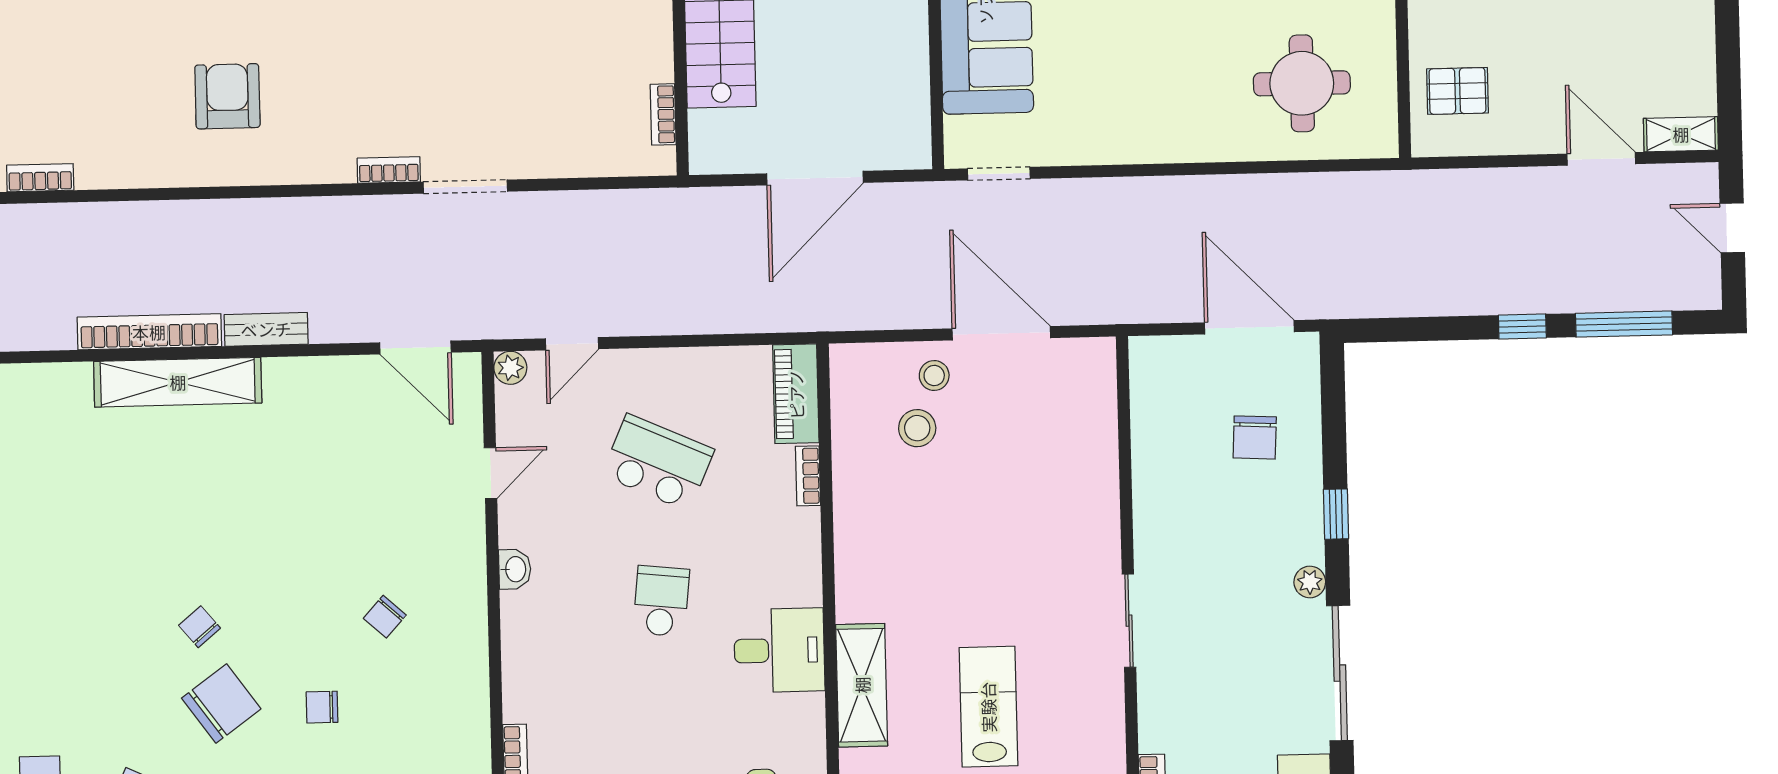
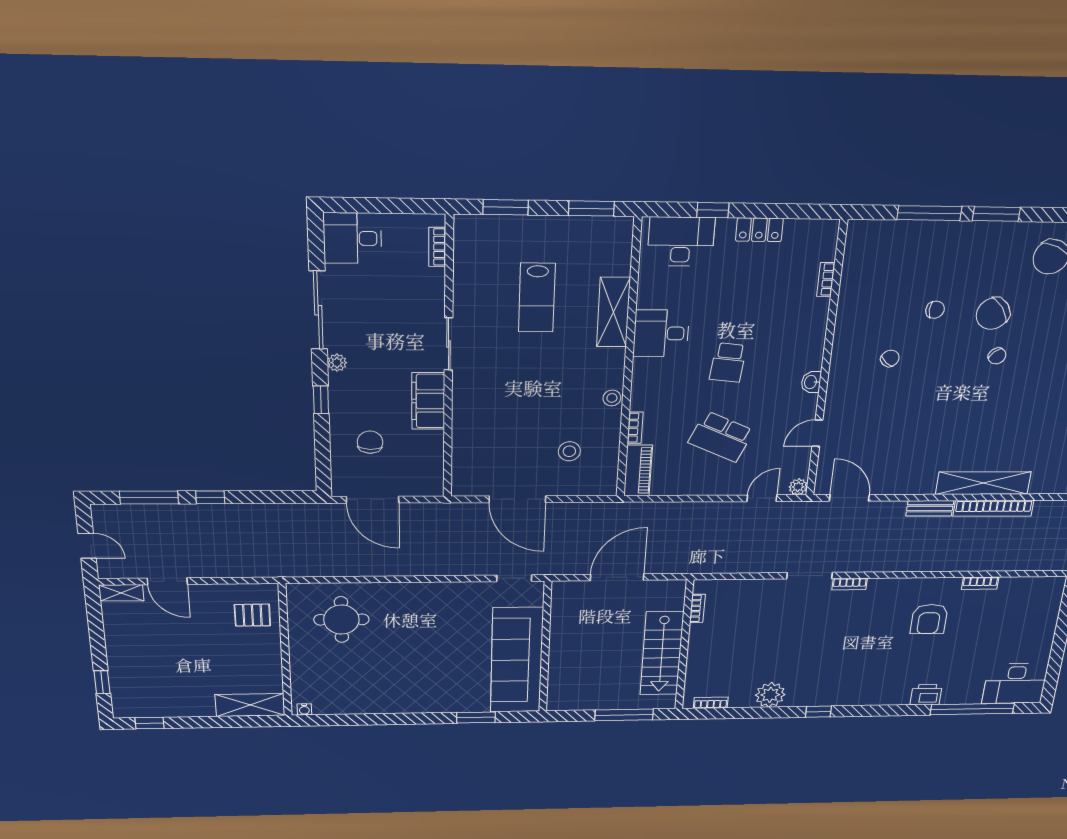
bookcase: (40, 178) -> (980, 583), moved
stool: (934, 376) -> (612, 398), moved
filing cabinet: (1159, 517) -> (428, 401), added

